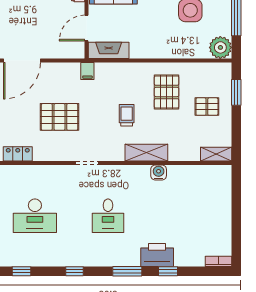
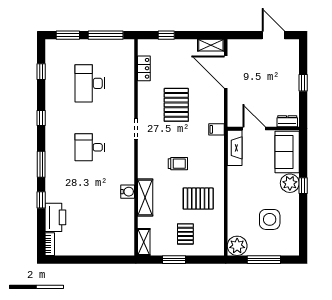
window: (236, 92) -> (174, 260), moved
shelving: (146, 153) -> (145, 197), moved
printer: (157, 255) -> (55, 217), moved

